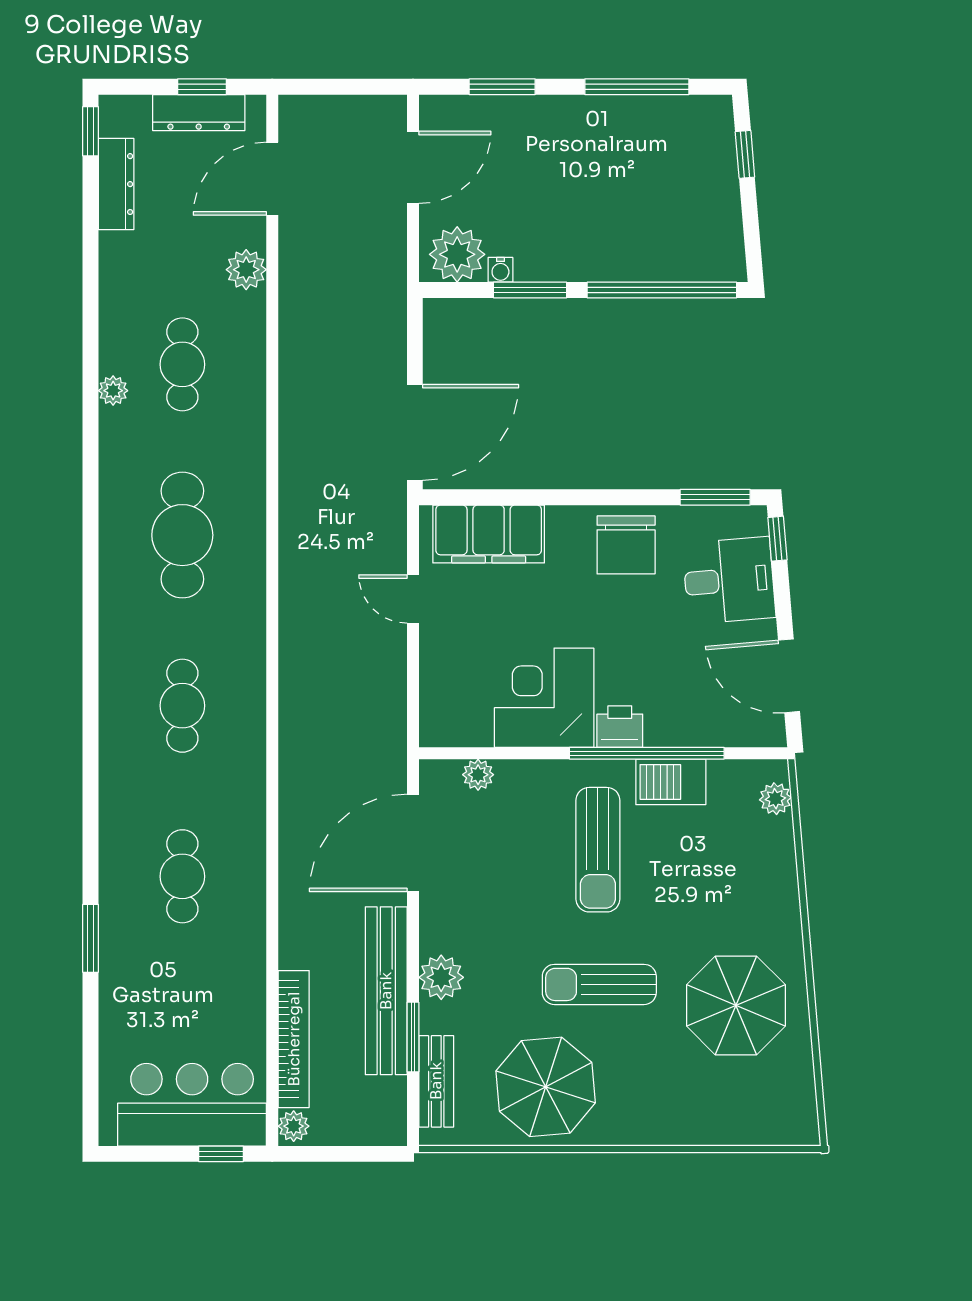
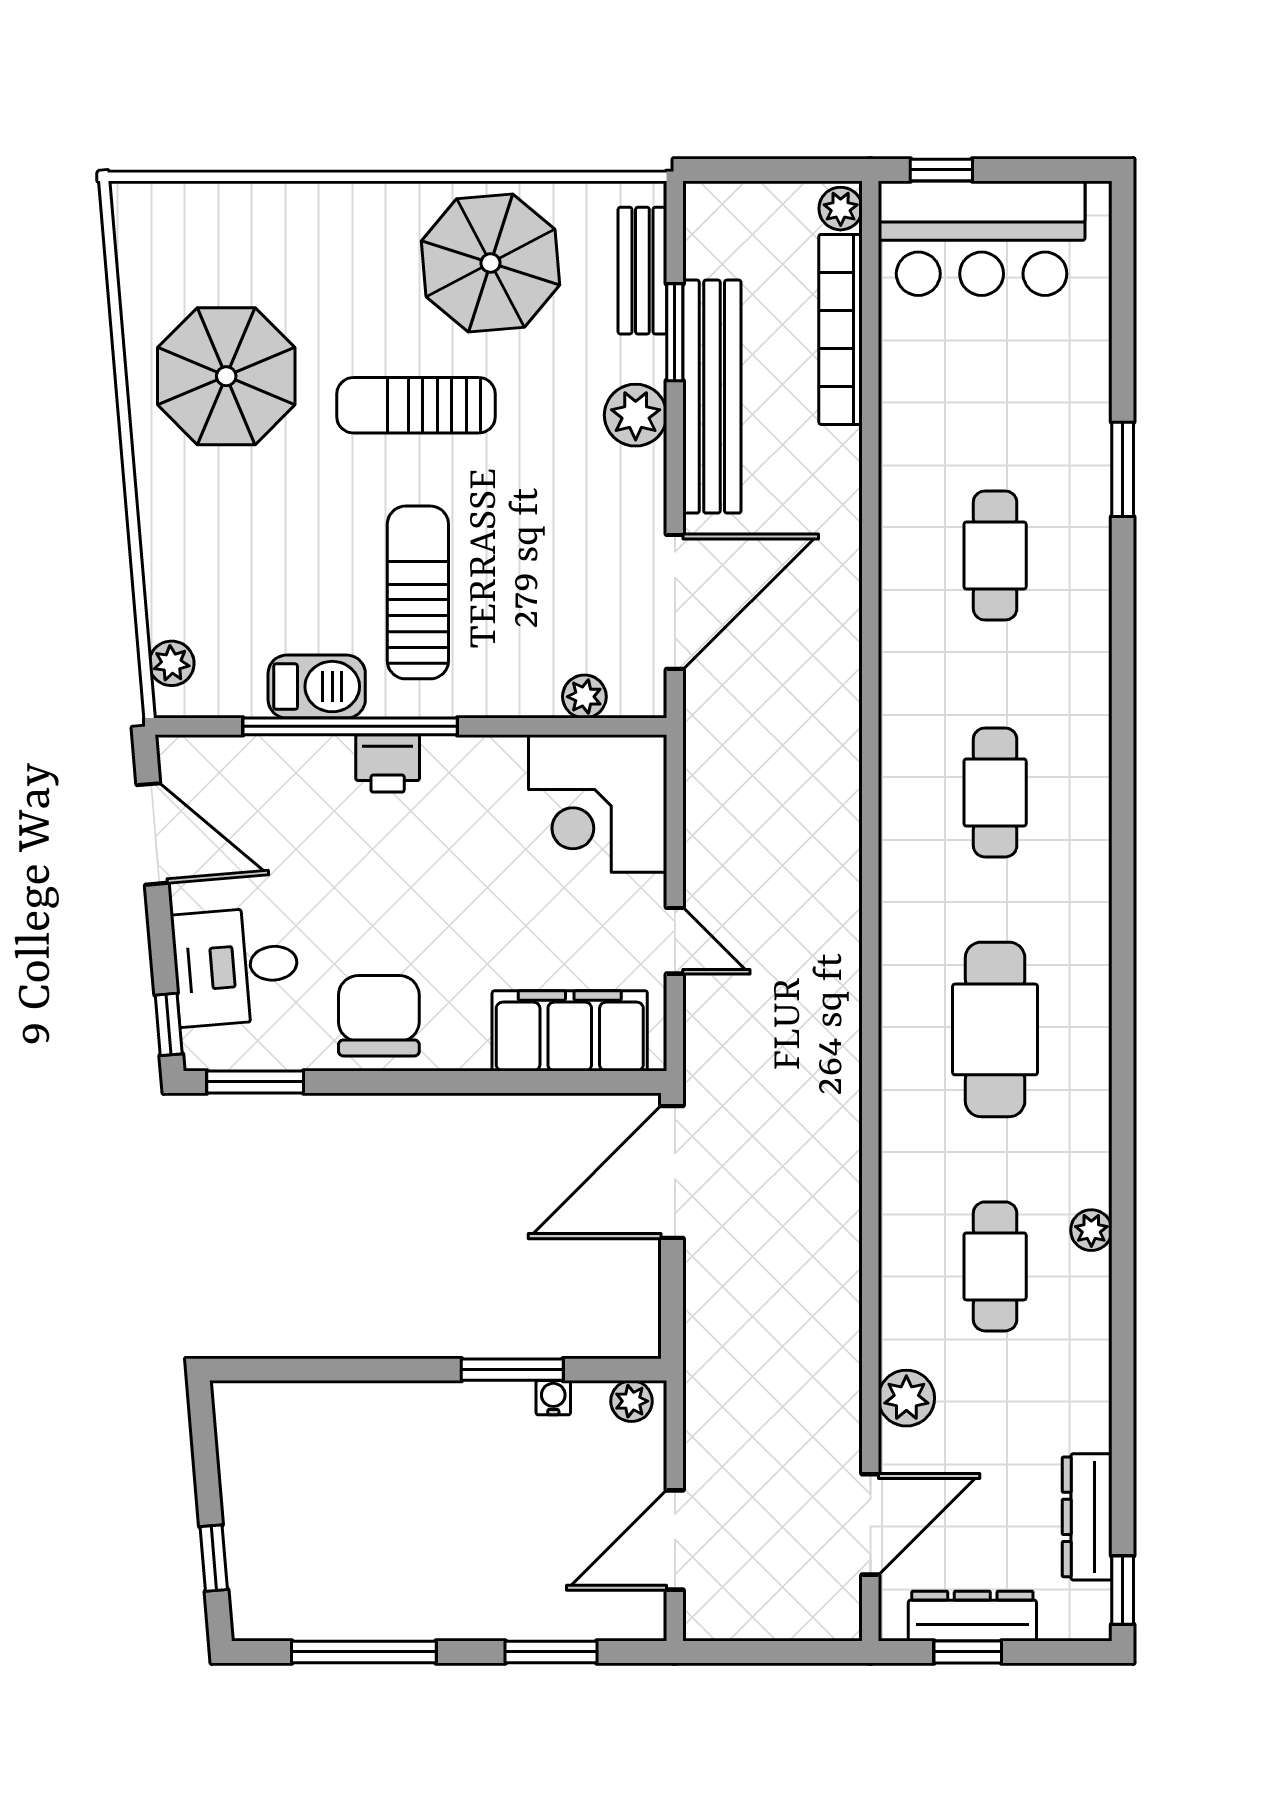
plant: (457, 254) -> (631, 1401), width x0.53, depth x0.53
window: (662, 290) -> (329, 1370), removed
corner desk: (544, 698) -> (598, 803), moved, turned 90
sun lounger: (599, 984) -> (416, 405), turned 180

